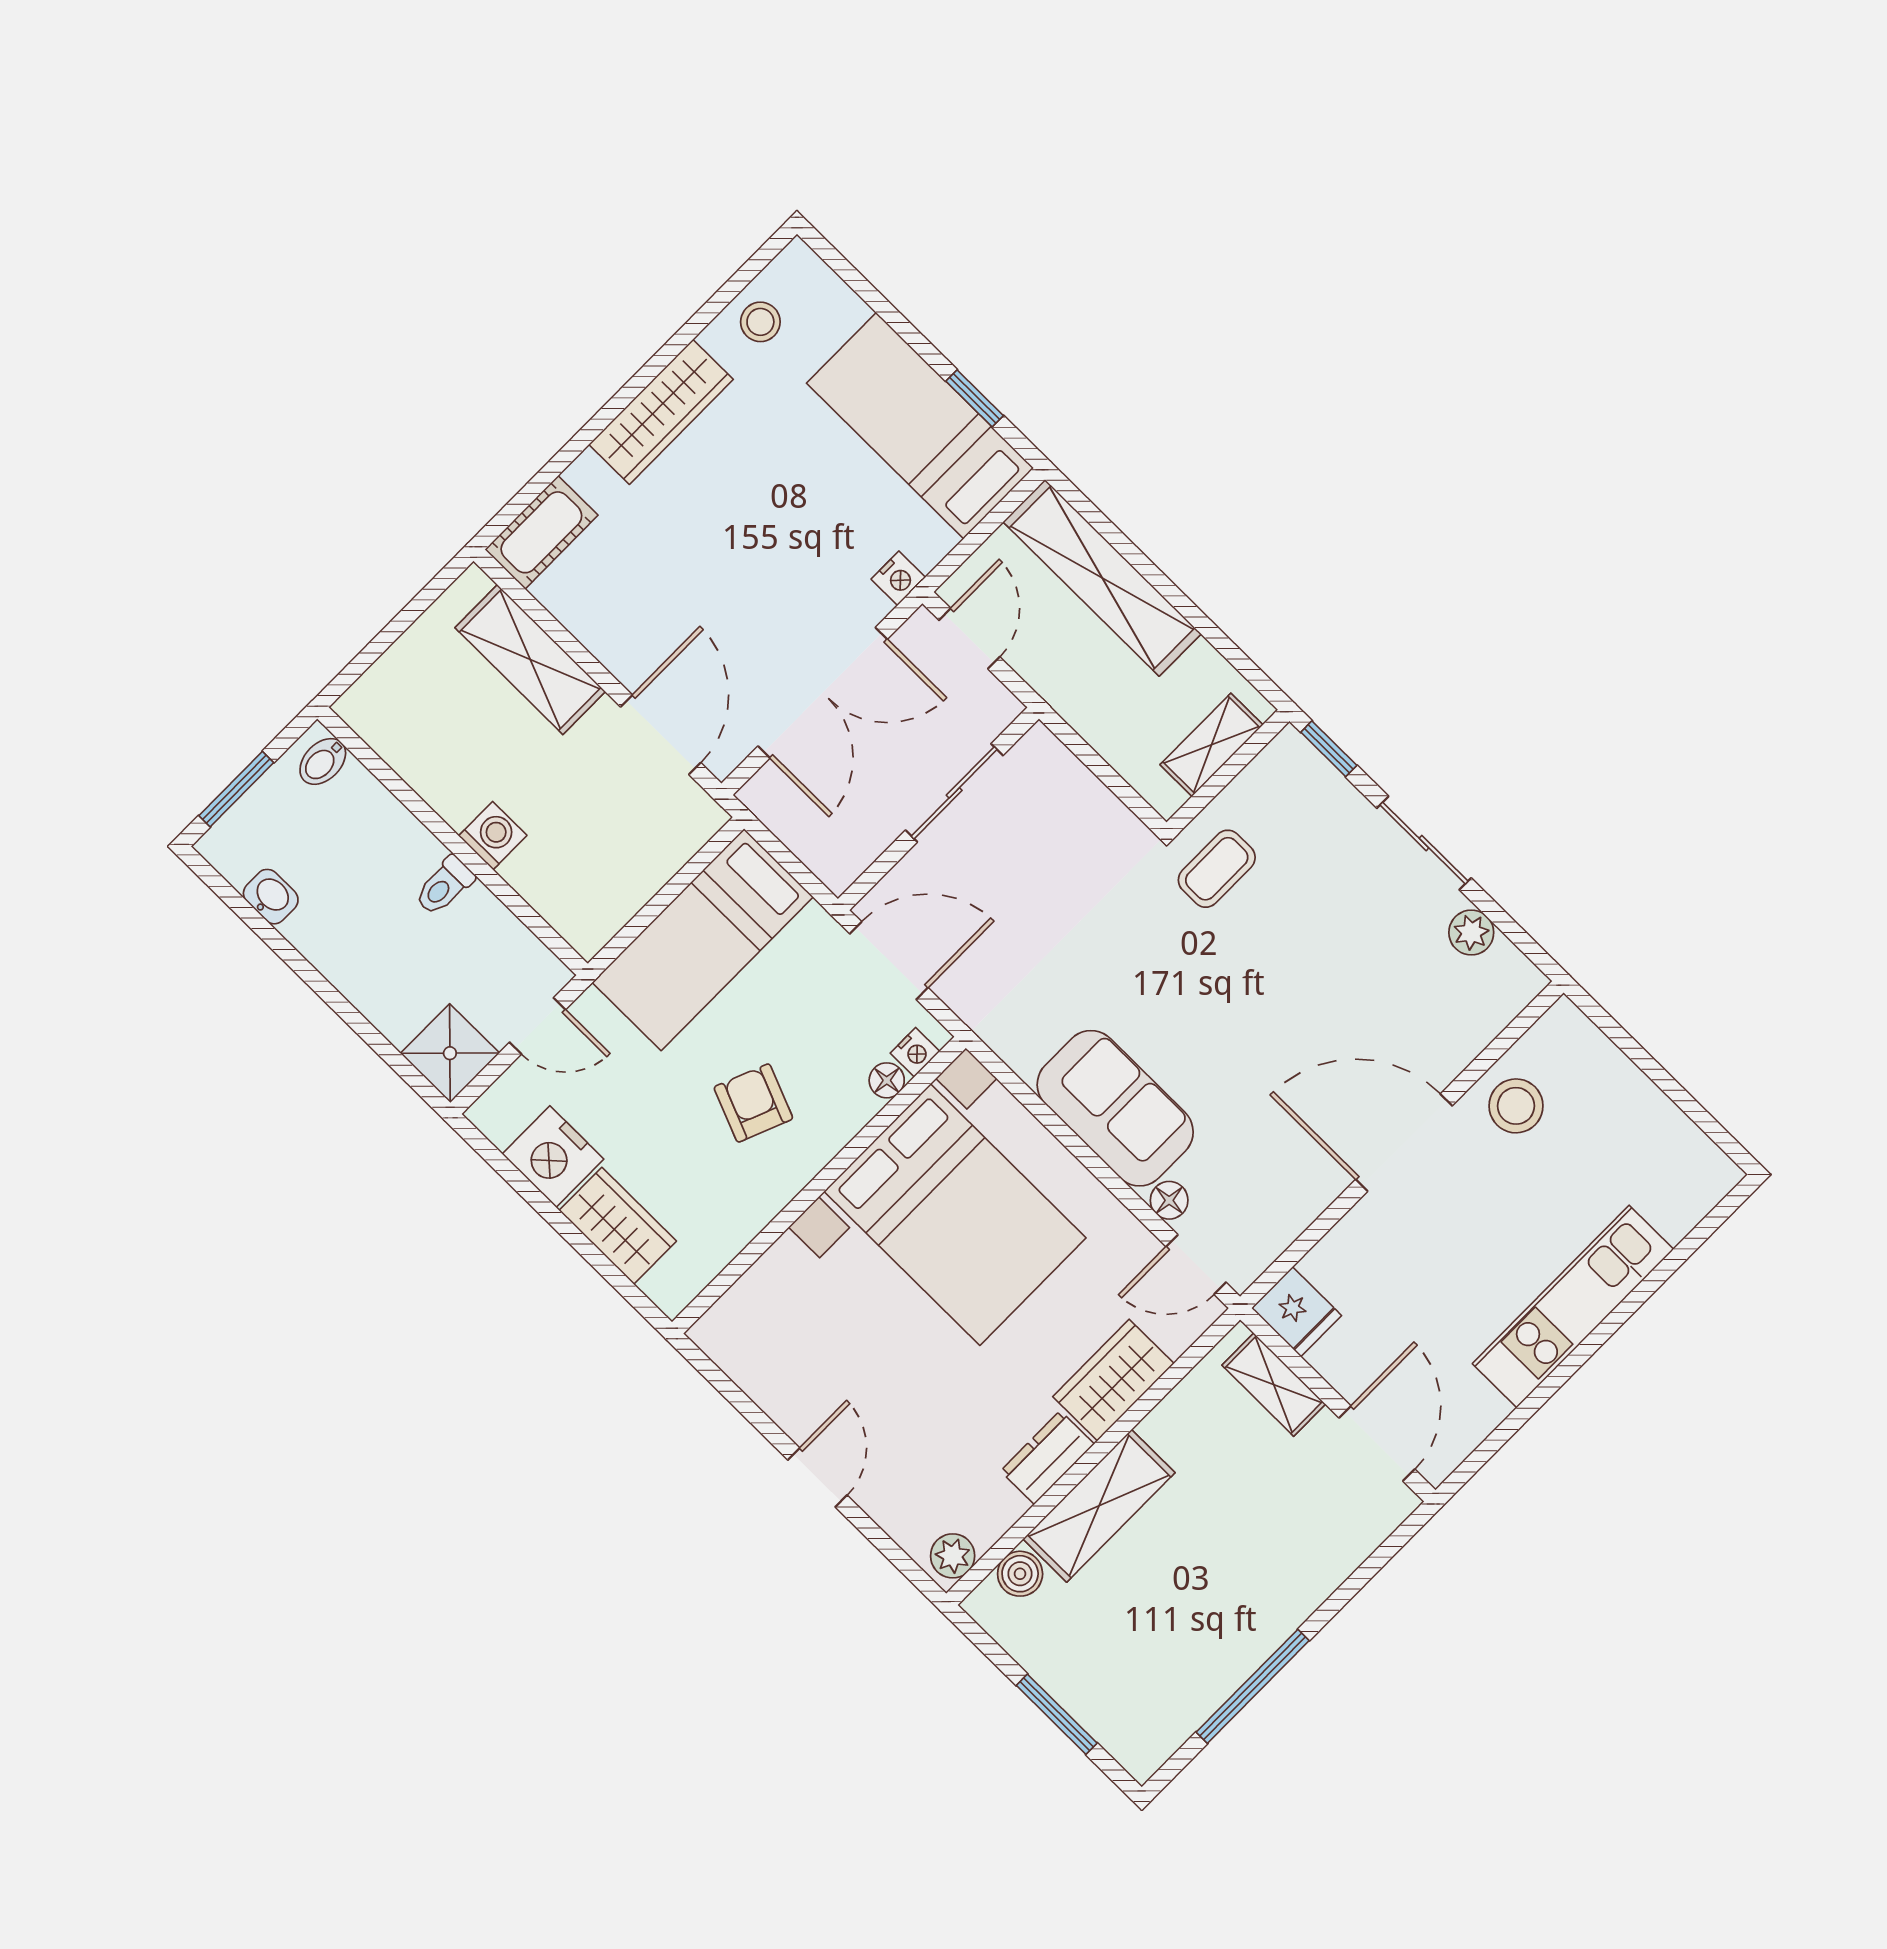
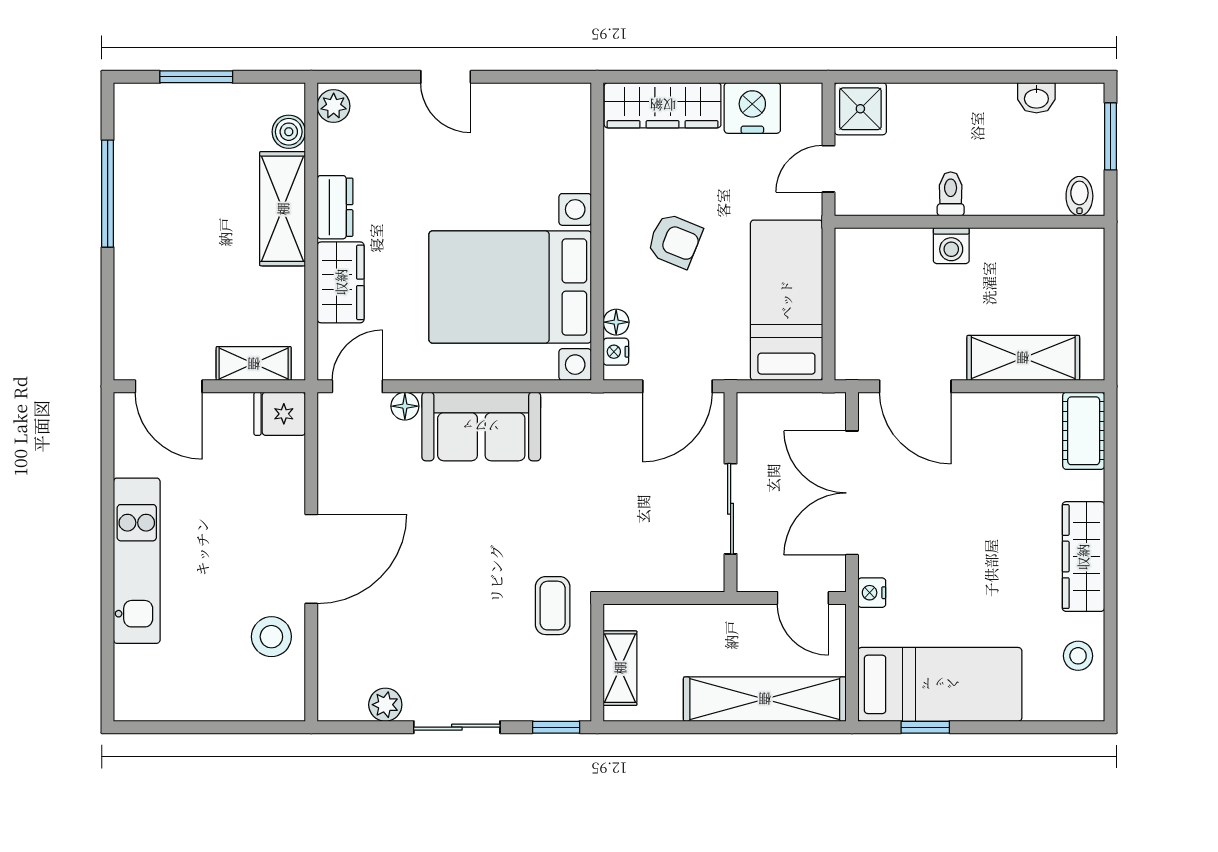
wardrobe: (618, 1226) -> (663, 105), width x1.50

